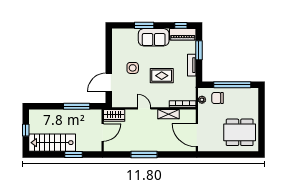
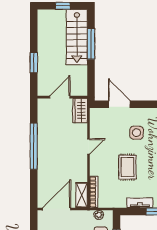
window: (77, 106) -> (91, 44), moved
shelving: (169, 114) -> (82, 195), moved
door: (103, 132) -> (60, 97), swing flipped
stairs: (52, 143) -> (77, 37), moved, turned 180
window: (144, 154) -> (34, 146), width x1.46

